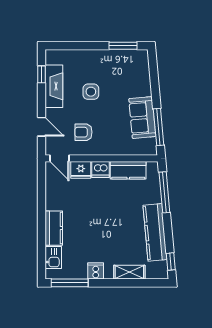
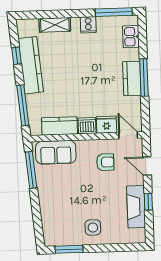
window: (42, 74) -> (148, 202), moved
side table: (91, 92) -> (93, 227), moved
sofa: (142, 118) -> (56, 152), moved, turned 95
window: (42, 216) -> (144, 78), added
kitchen counter: (54, 228) -> (132, 78), moved
window: (171, 261) -> (17, 56), moved

